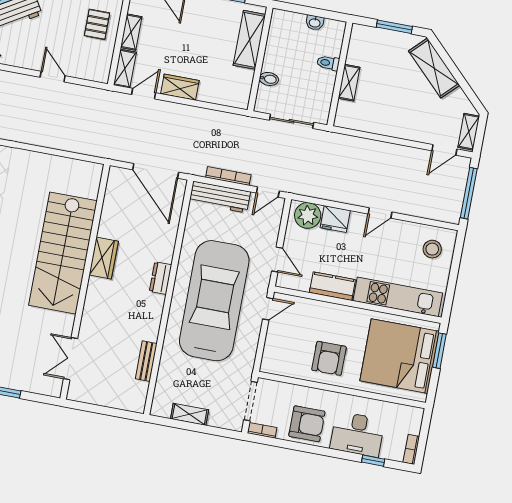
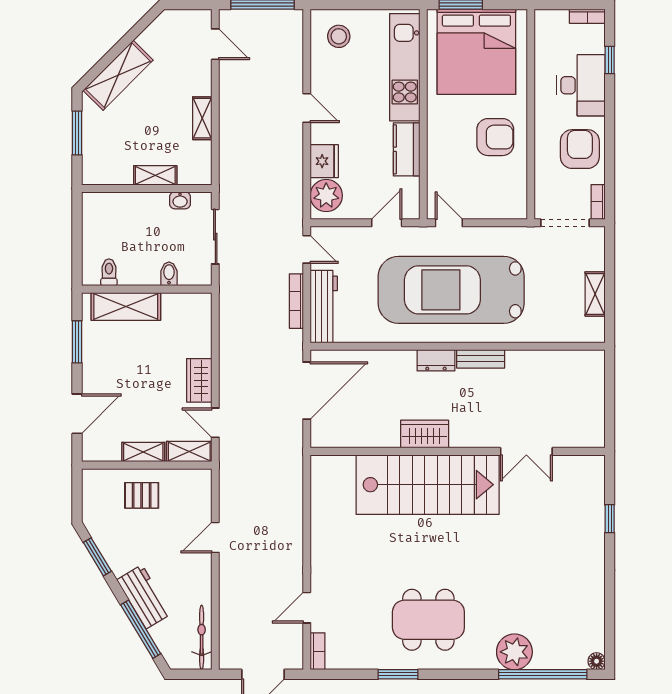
washbasin: (315, 23) -> (180, 200), moved, turned 90
toilet: (328, 63) -> (109, 272), moved, turned 180
shelving: (469, 132) -> (202, 118), moved, turned 90
double door: (71, 359) -> (526, 451), moved
bench: (146, 361) -> (481, 359), moved

